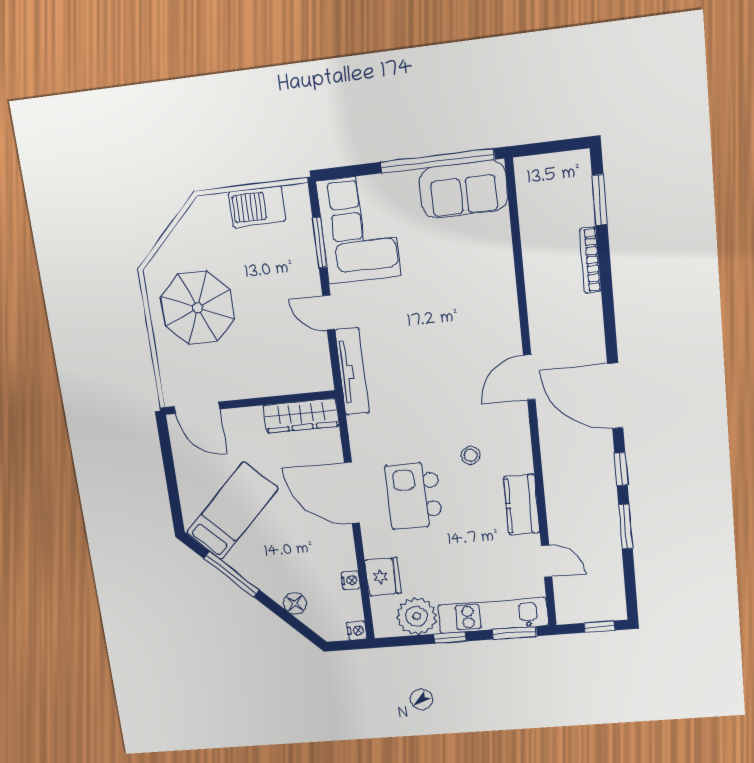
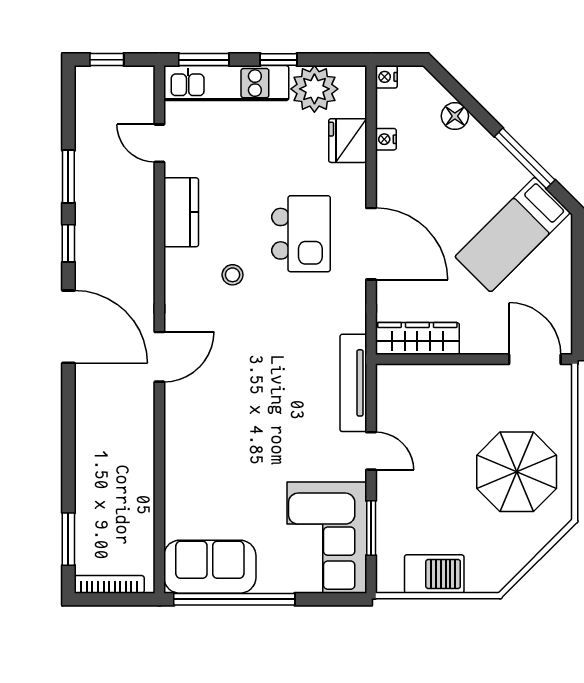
bookcase: (590, 260) -> (109, 584), moved, turned -90

